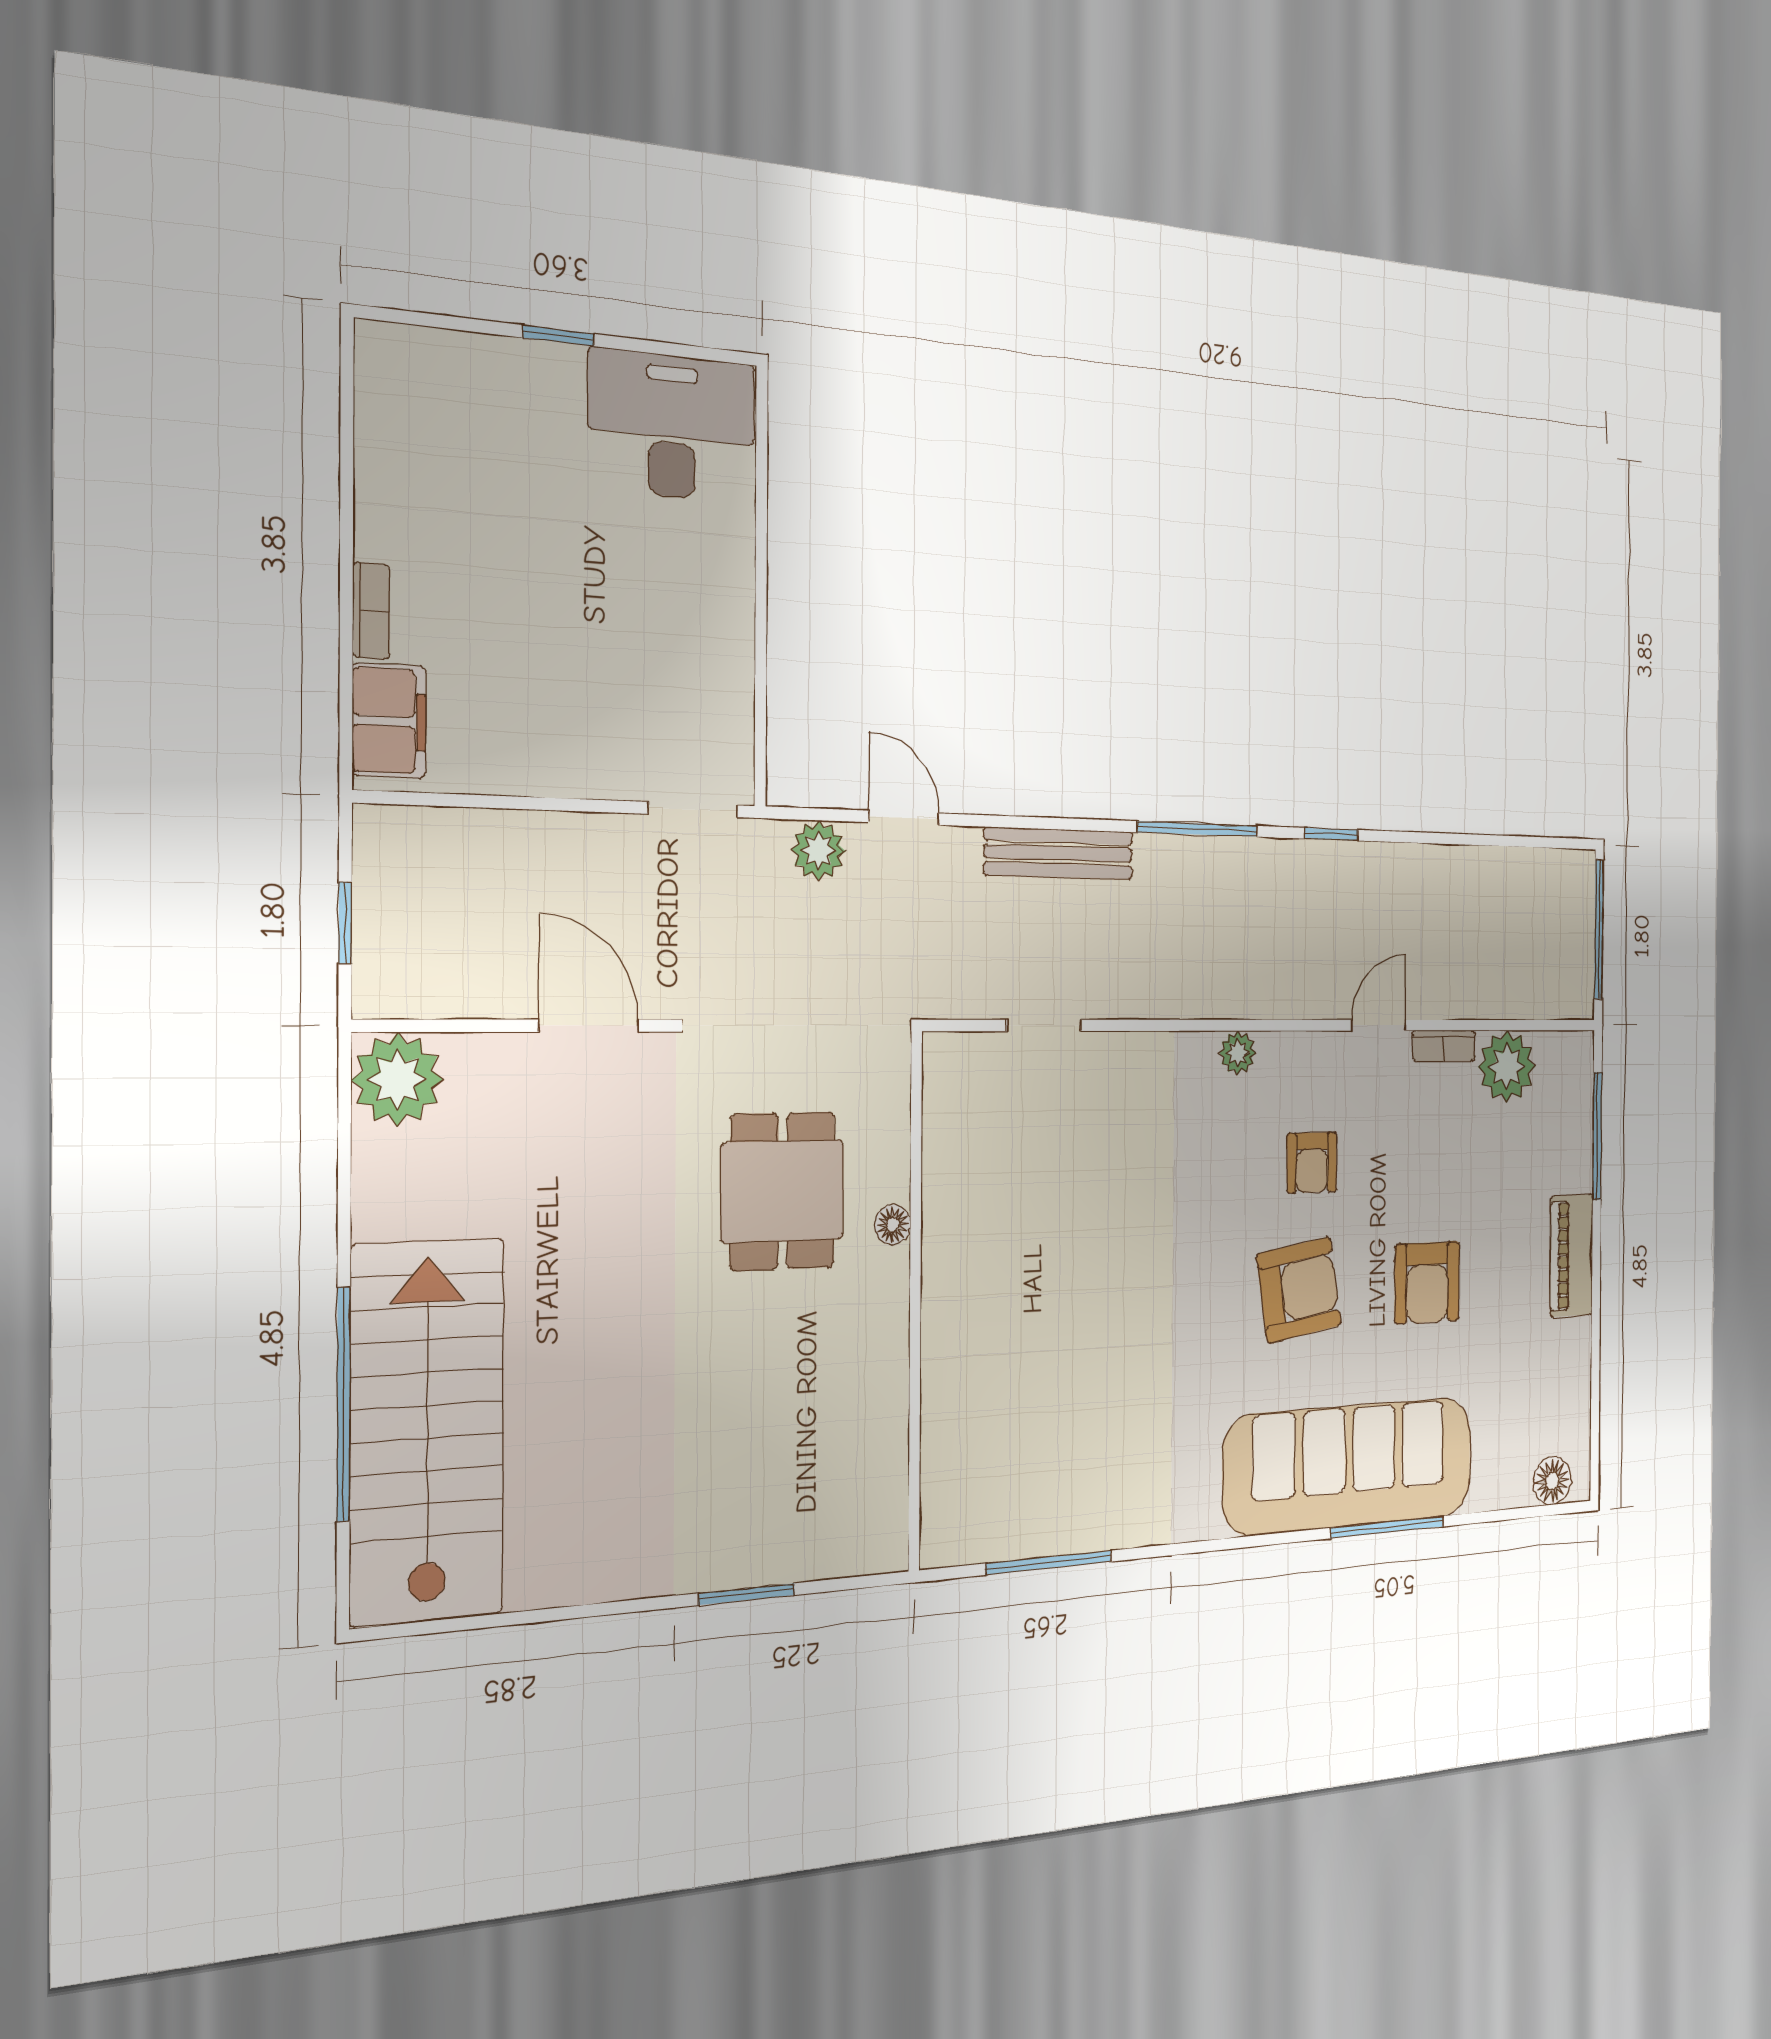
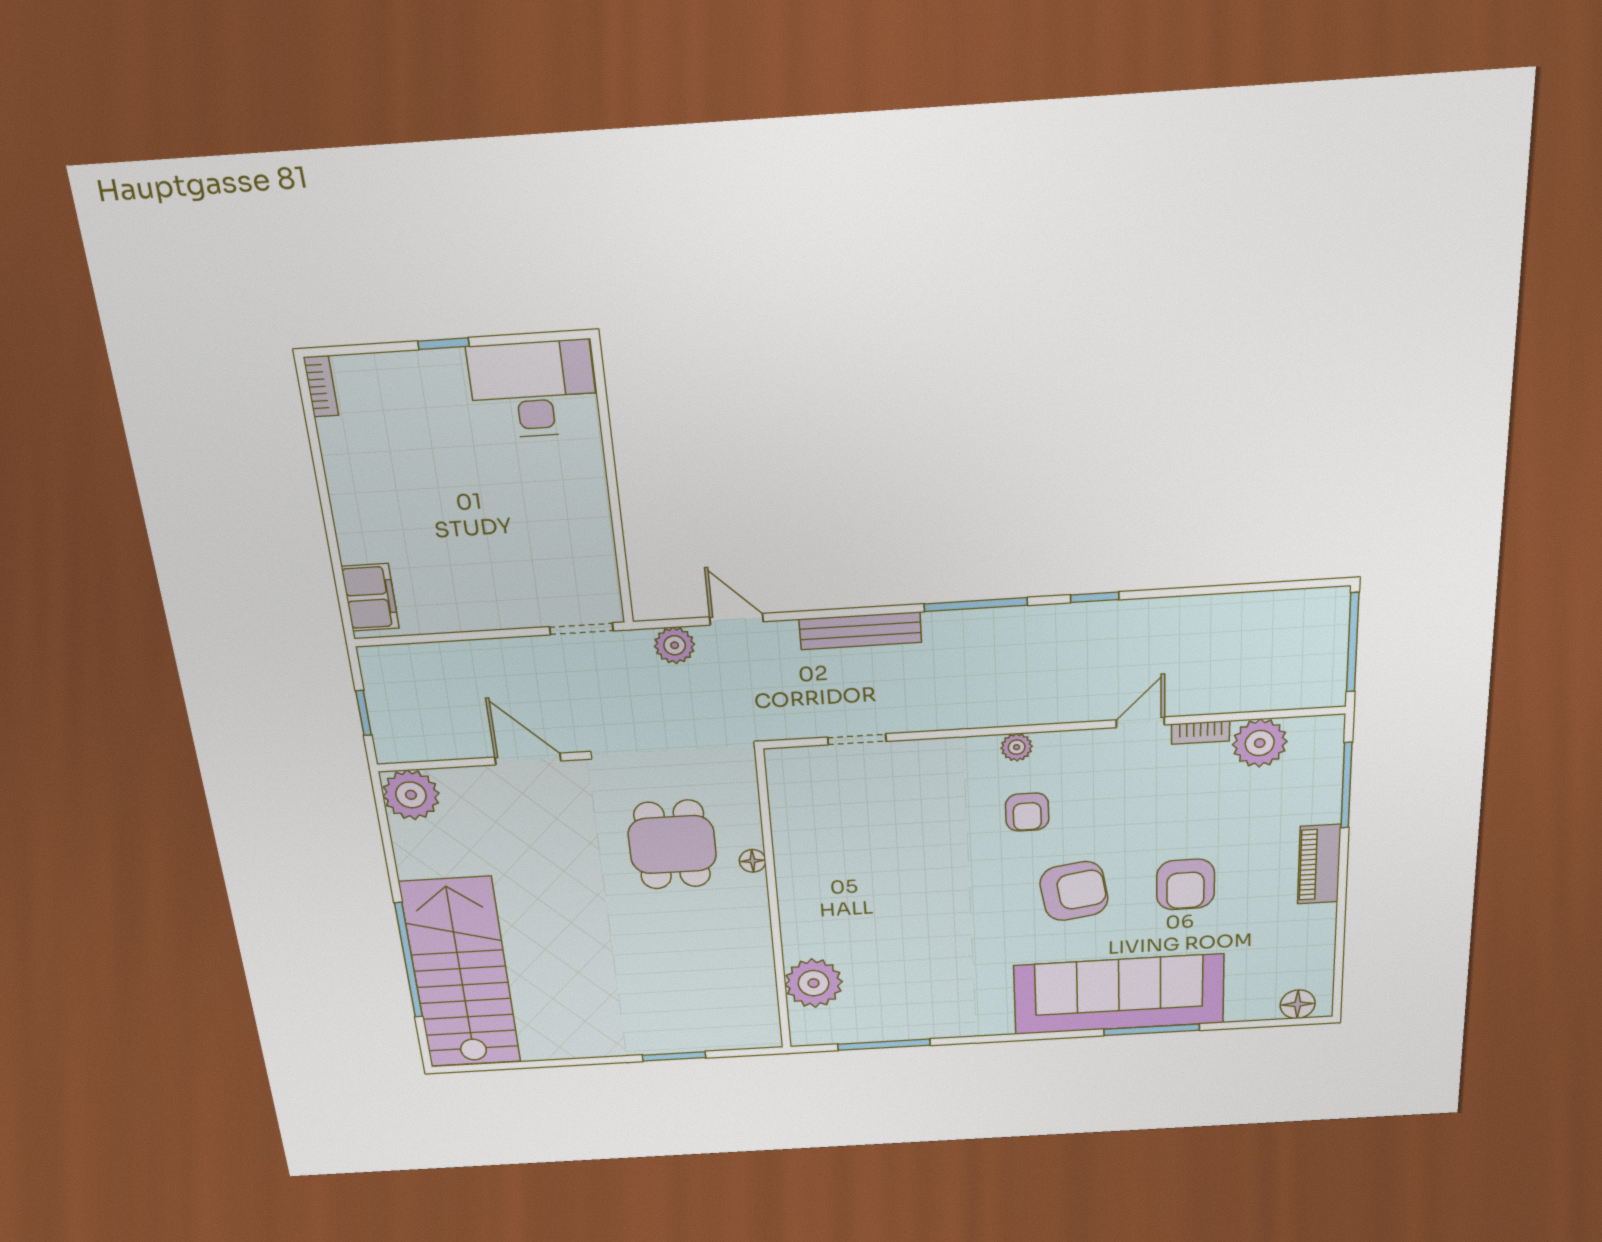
bookcase: (371, 611) -> (321, 386), moved
armchair: (1312, 1163) -> (1027, 812), moved
plant: (960, 1449) -> (814, 983), added

